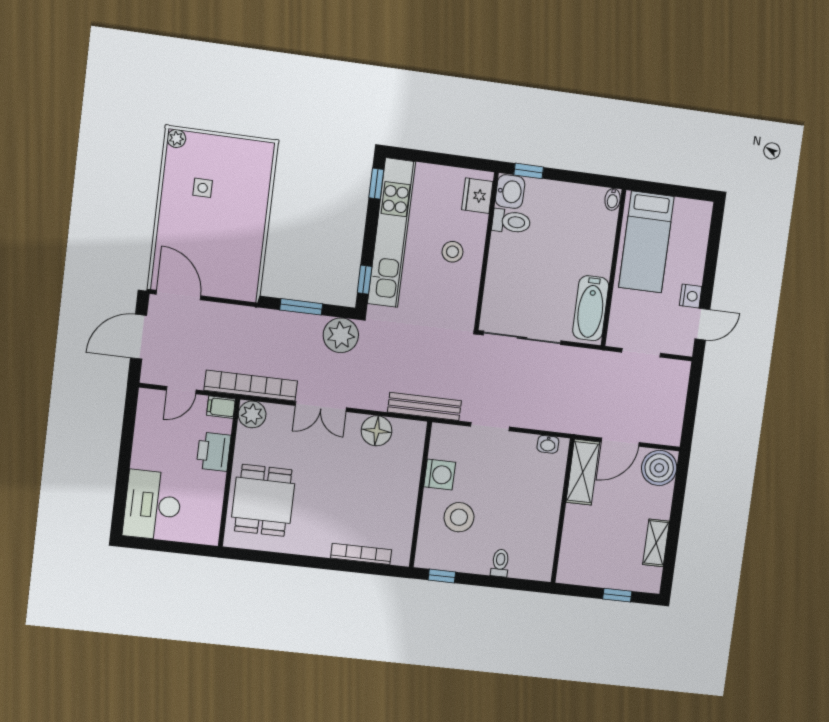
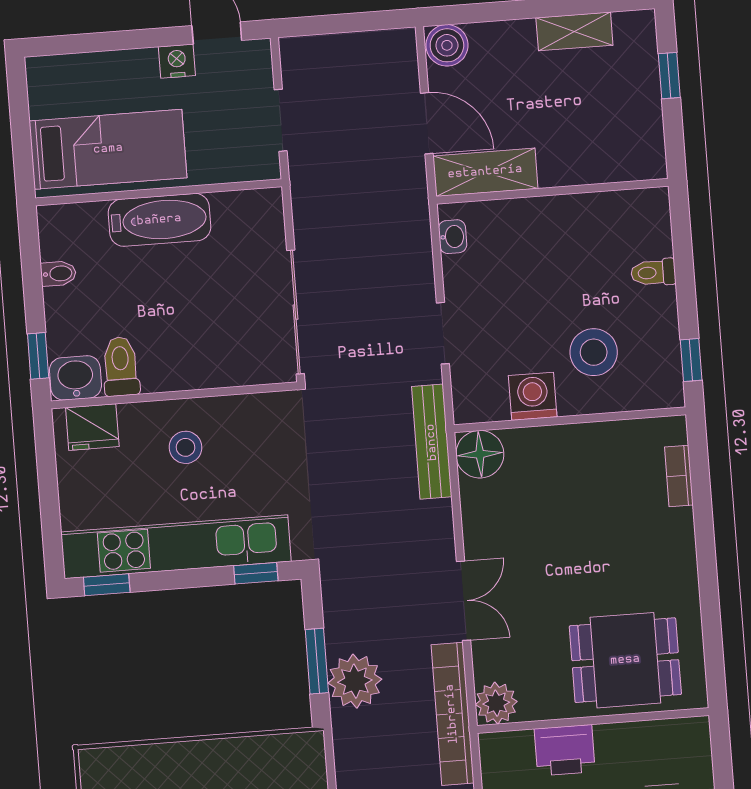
bidet: (613, 199) -> (58, 274), moved
bathtub: (591, 308) -> (159, 220), moved
plant: (341, 335) -> (355, 681), moved
filing cabinet: (221, 407) -> (494, 752), removed
floor lamp: (377, 431) -> (480, 454), moved
boiler: (659, 468) -> (447, 45), width x0.73, depth x0.73
bookcase: (361, 554) -> (679, 476), width x0.64

